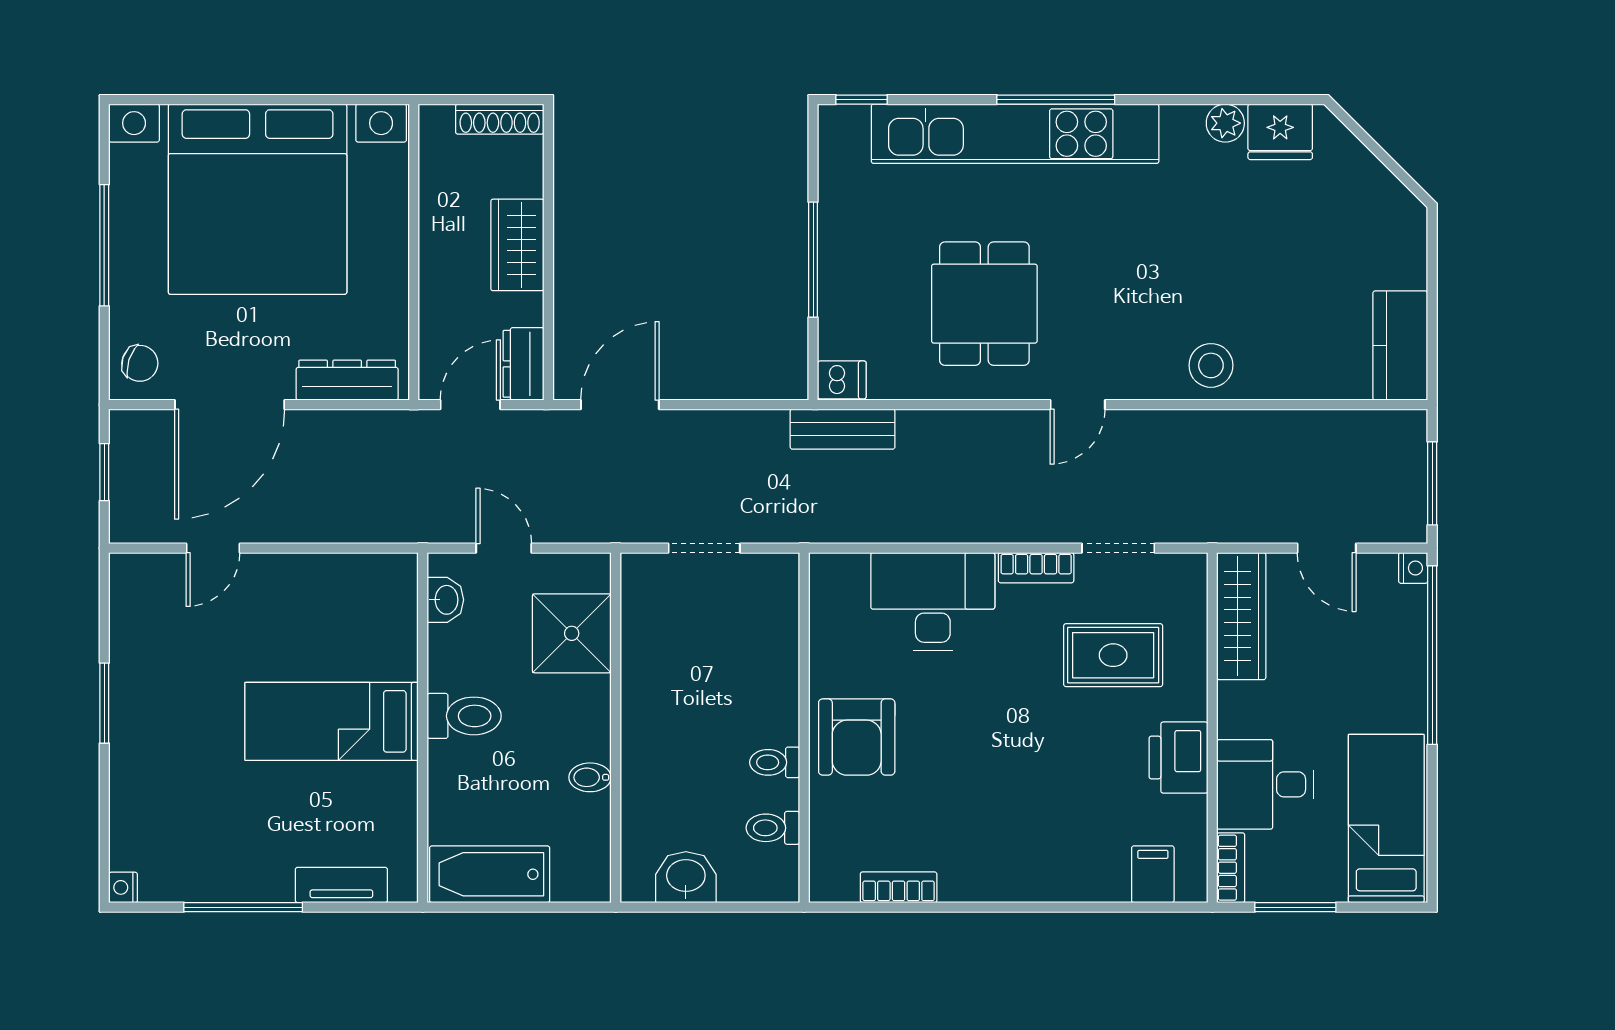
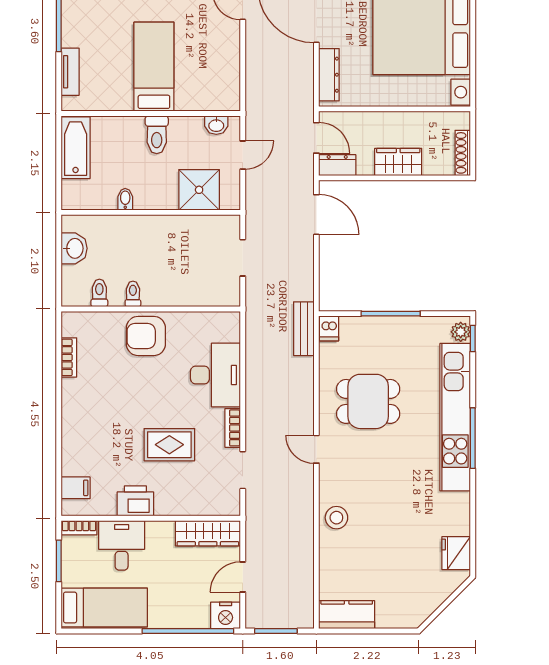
plant: (1225, 123) -> (461, 332), moved
nightstand: (1413, 568) -> (226, 615), width x1.89, depth x1.79
rug: (1113, 655) -> (169, 445), moved, turned 90

